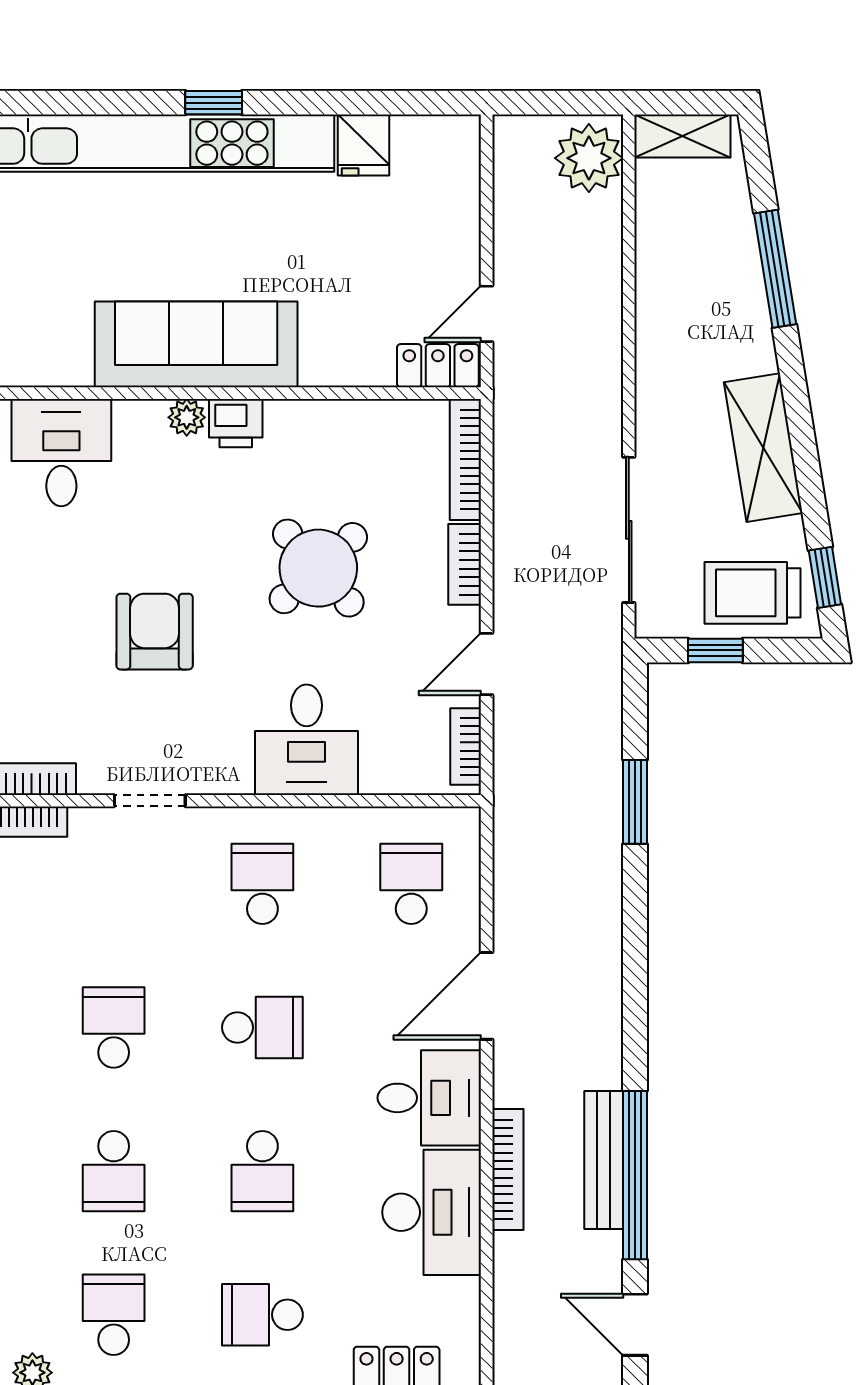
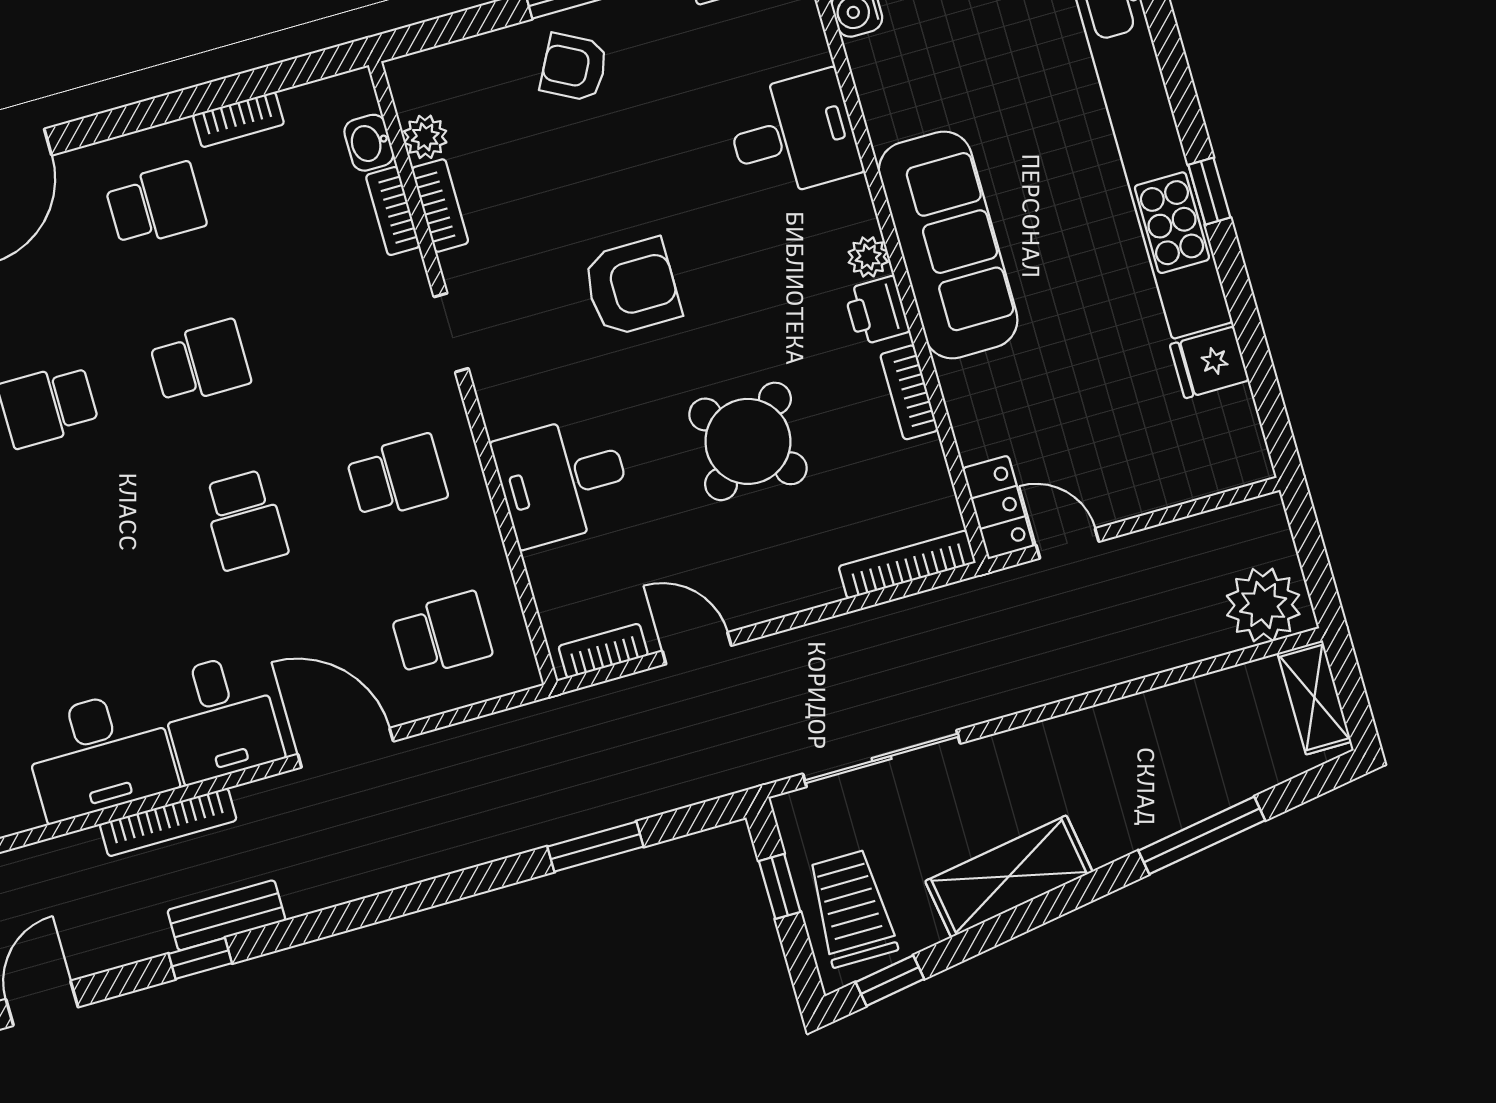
bookcase: (465, 564) -> (909, 392), moved, turned -90
bench: (604, 1160) -> (226, 915), width x0.73
school desk: (262, 1171) -> (93, 563), removed
window: (635, 1175) -> (200, 958), width x0.32

